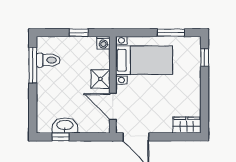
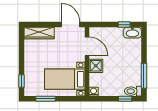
window: (79, 33) -> (125, 99), moved
toilet: (48, 60) -> (133, 91), moved
wardrobe: (187, 125) -> (39, 33), width x1.50
washbasin: (65, 126) -> (132, 33), moved

